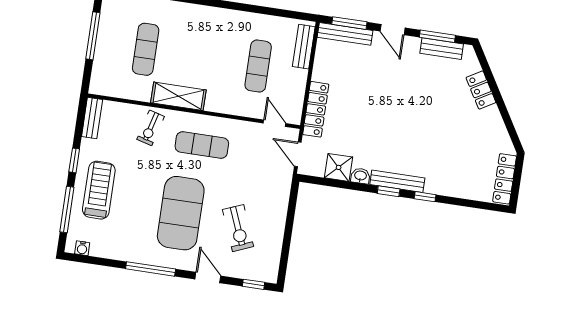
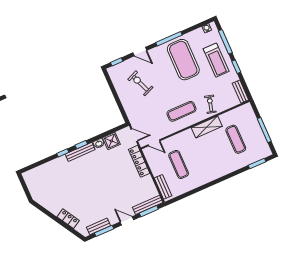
locker: (505, 179) -> (31, 184), removed
exercise mat: (181, 213) -> (183, 60), moved

